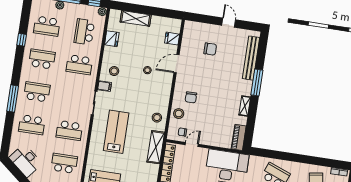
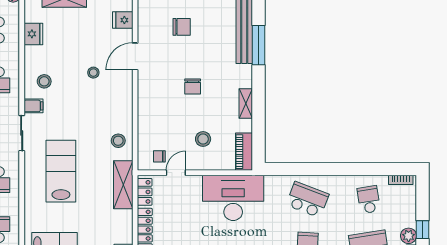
window: (257, 82) -> (259, 45), moved
chair: (191, 97) -> (193, 86), moved
stool: (179, 114) -> (203, 139), moved

